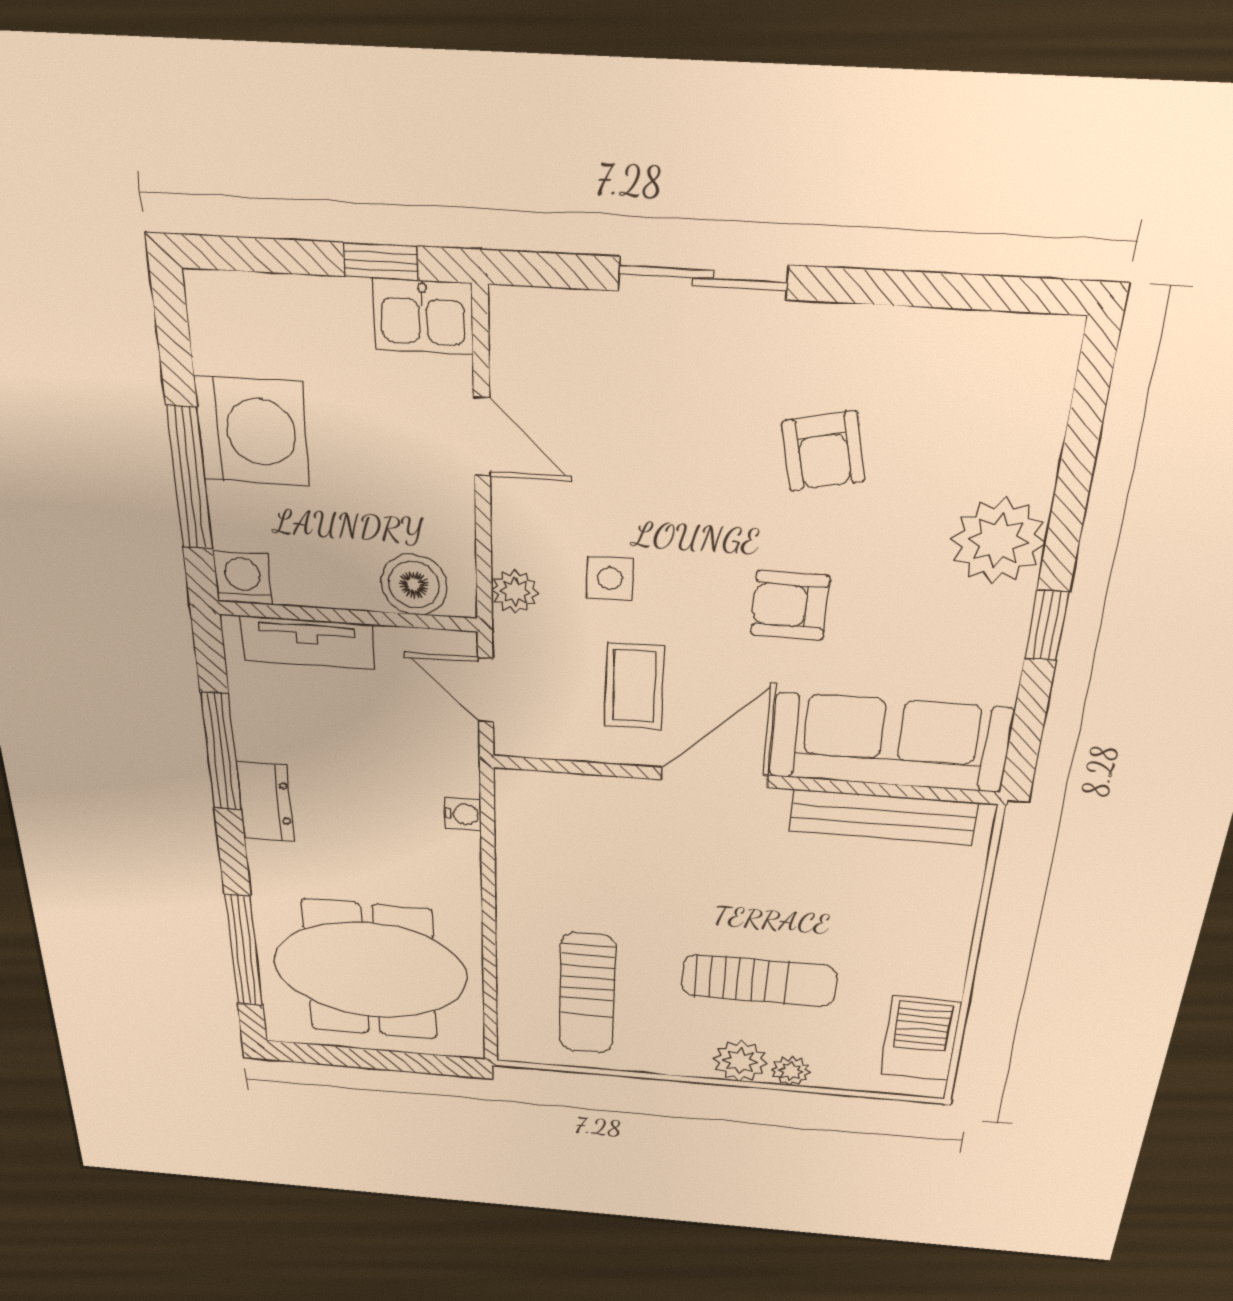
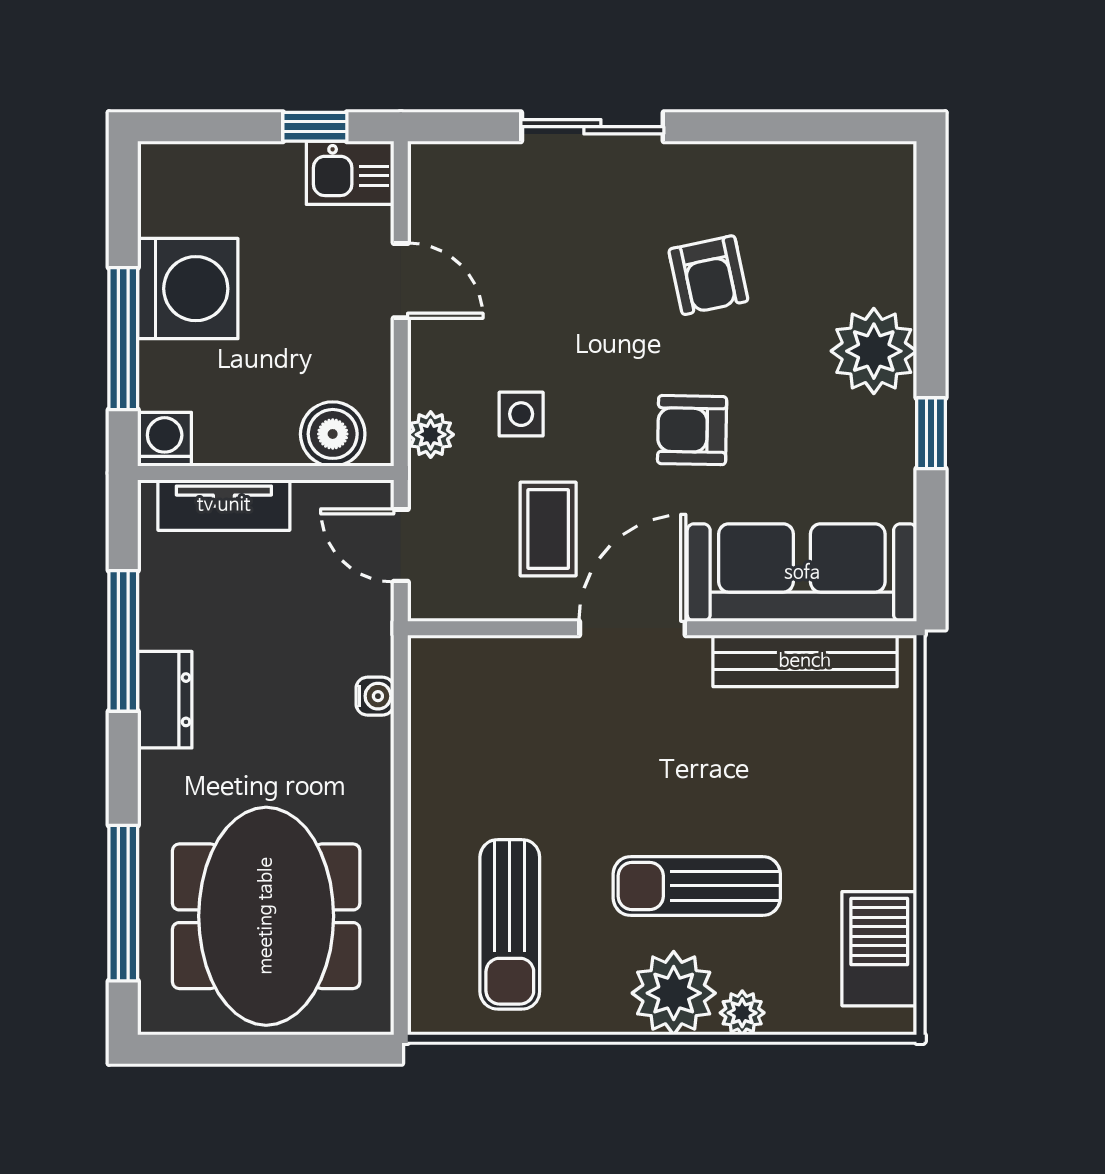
meeting table: (370, 970) -> (266, 916), turned 90
sun lounger: (759, 981) -> (697, 886), turned 180
plant: (740, 1061) -> (674, 993), width x1.36, depth x1.36

